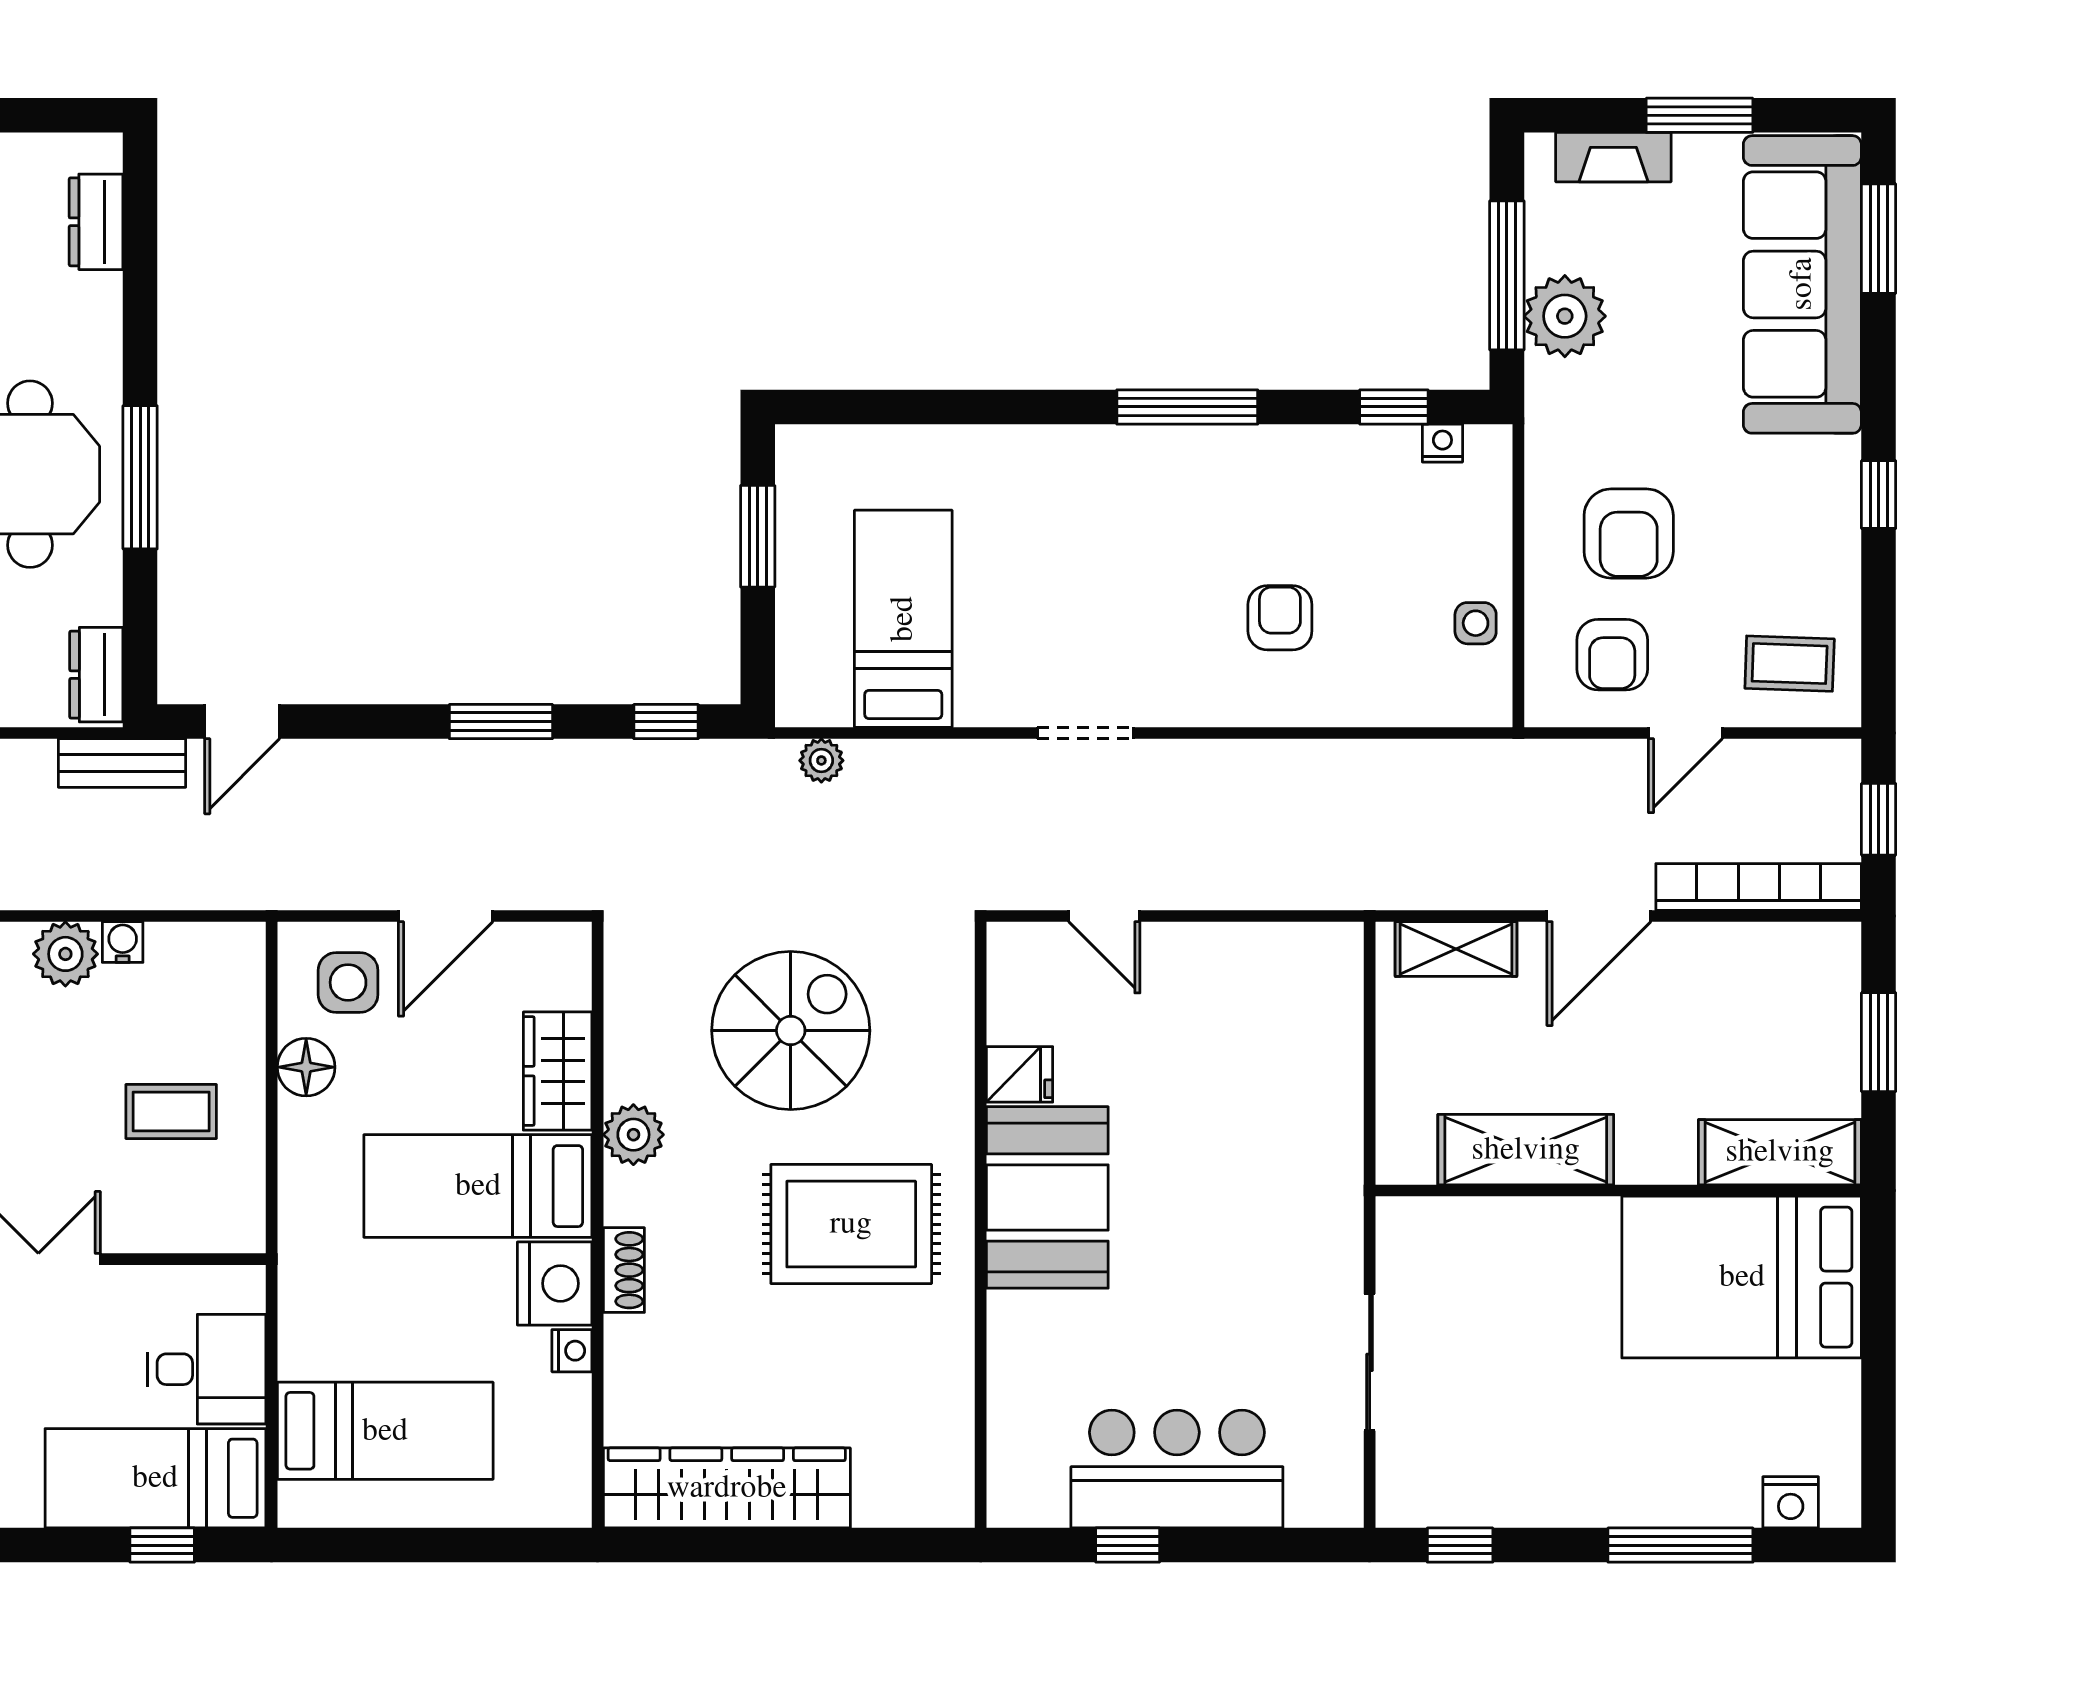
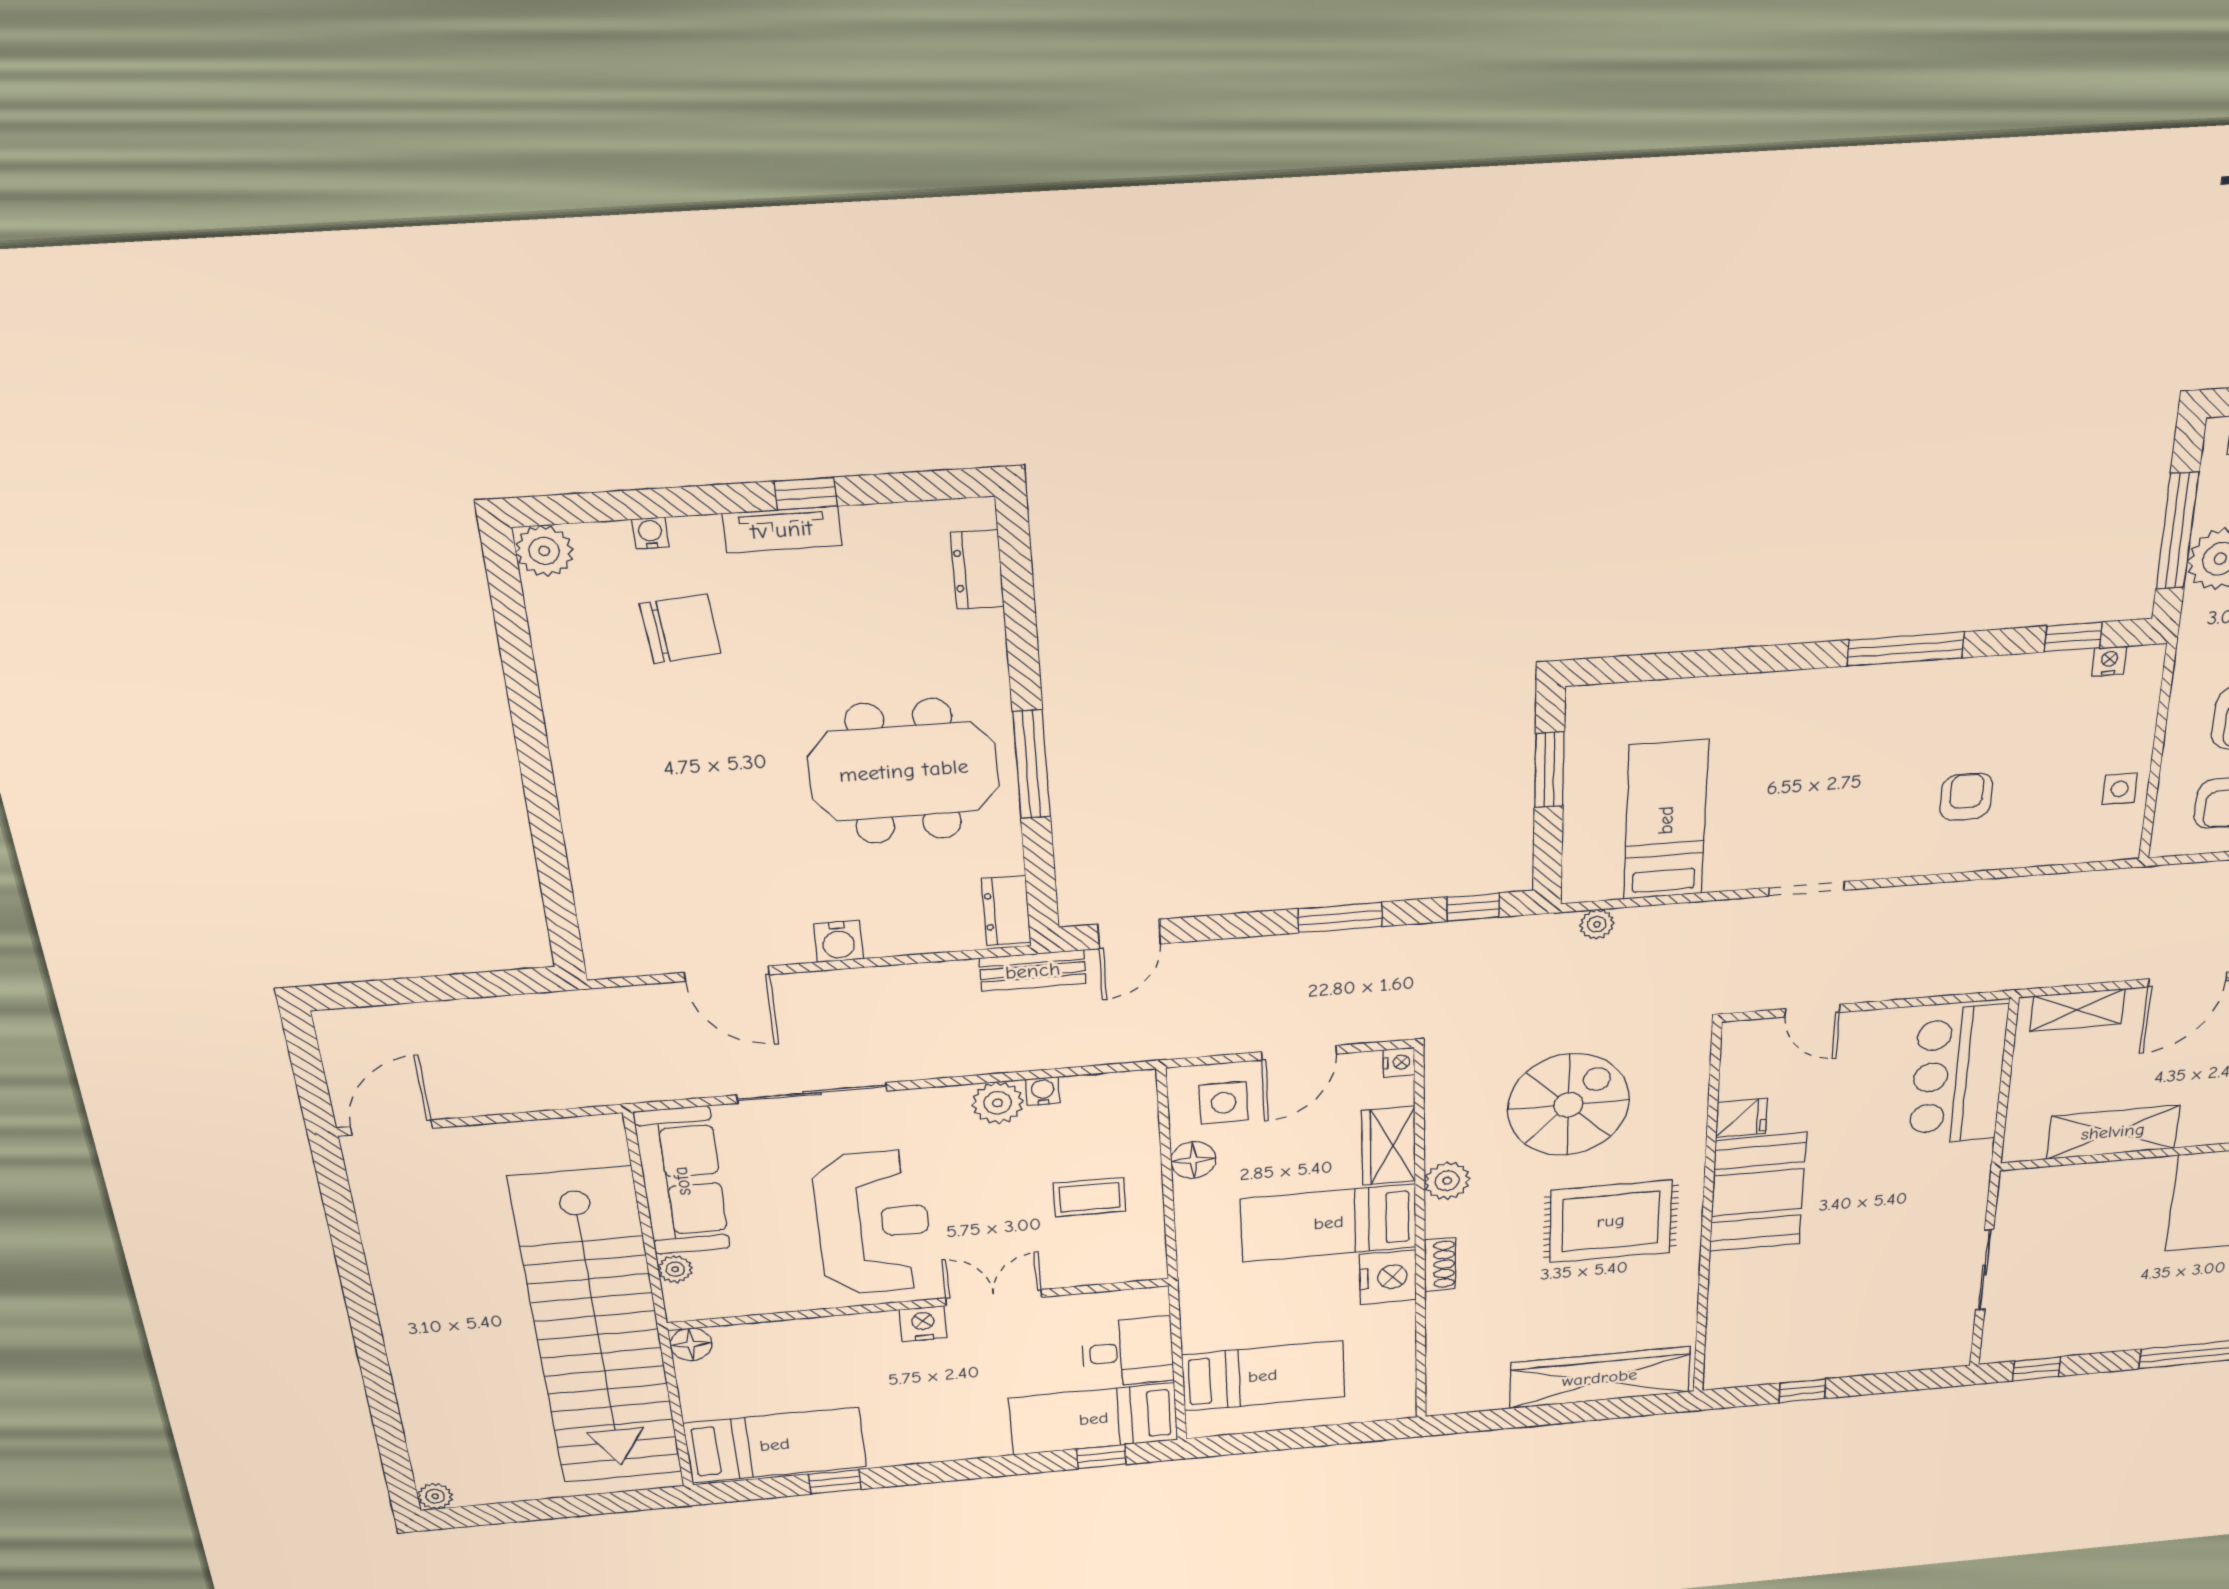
nightstand: (572, 1351) -> (1399, 1062), moved
bar counter: (1177, 1469) -> (1958, 1075), moved, turned -90
wardrobe: (727, 1488) -> (1600, 1378), moved

